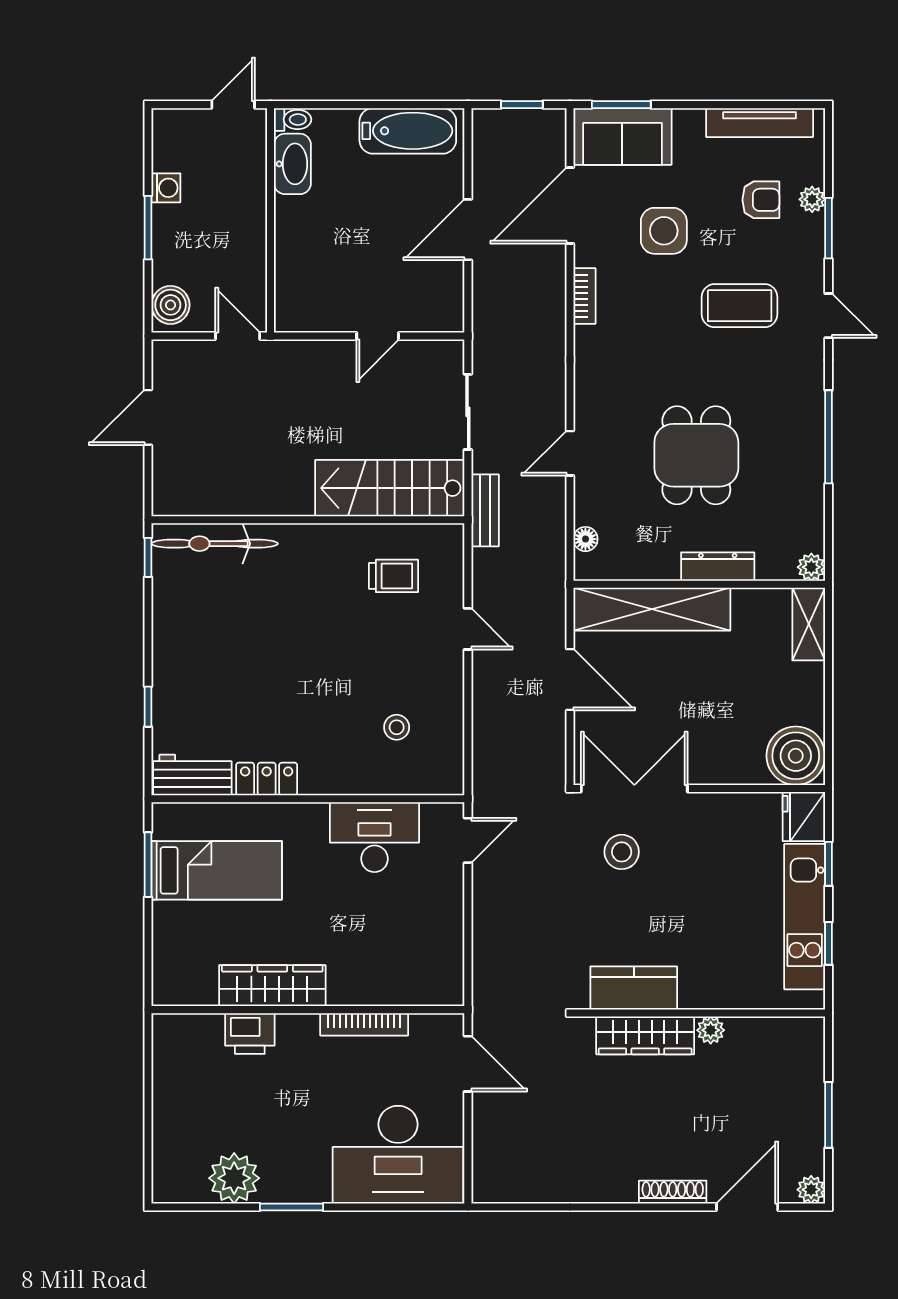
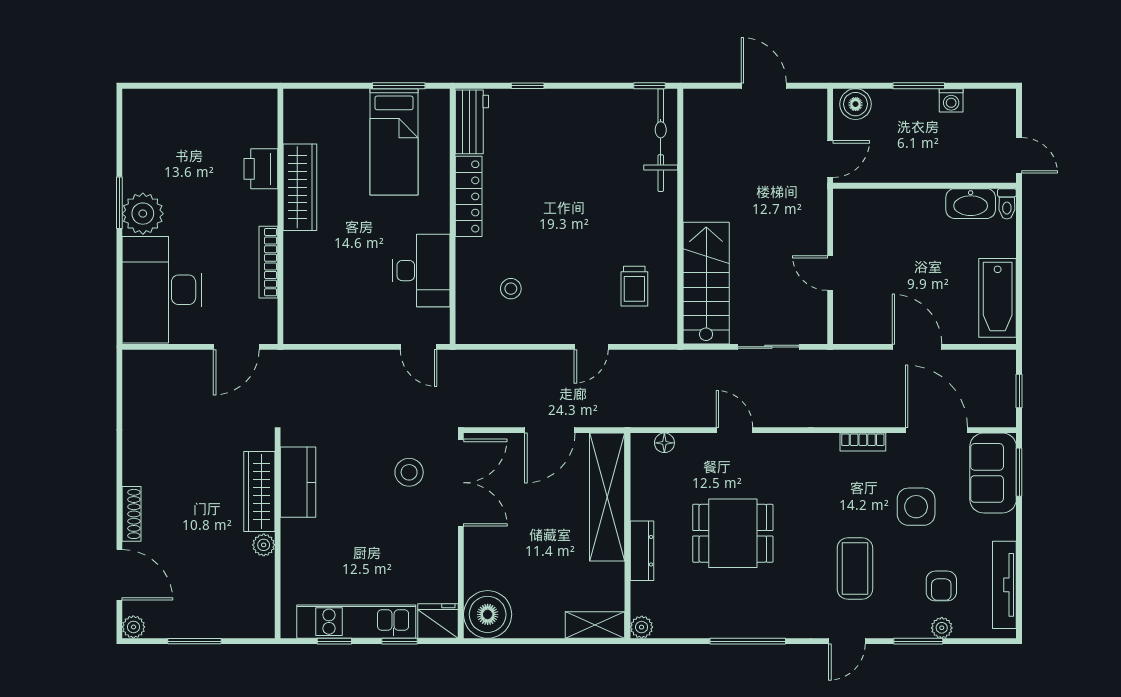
bench: (485, 510) -> (688, 361), removed
locker: (267, 779) -> (469, 196), width x1.53
plant: (234, 1178) -> (143, 214), moved

